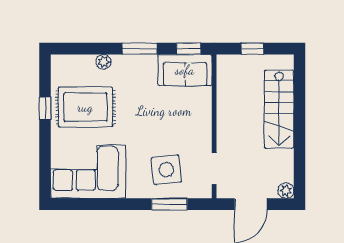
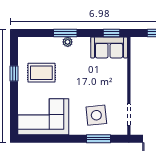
window: (140, 49) -> (65, 33), moved
plant: (103, 62) -> (68, 42), moved
rug: (85, 107) -> (41, 73), width x0.73, depth x0.70

